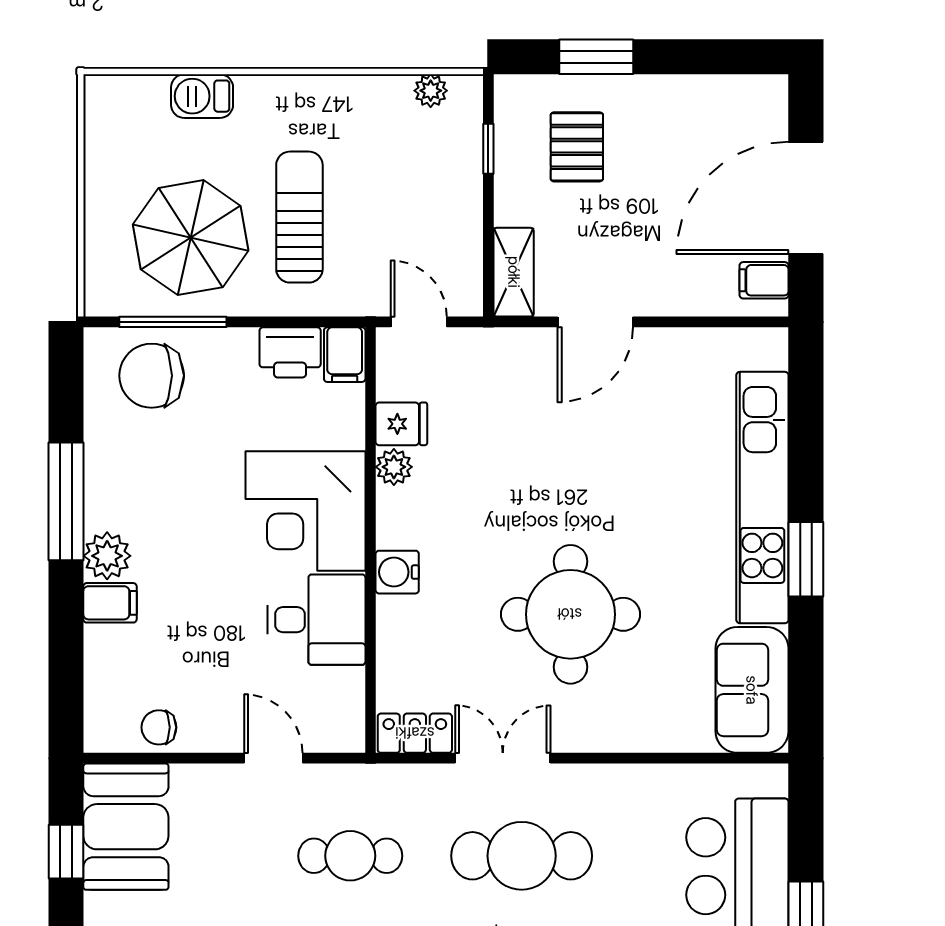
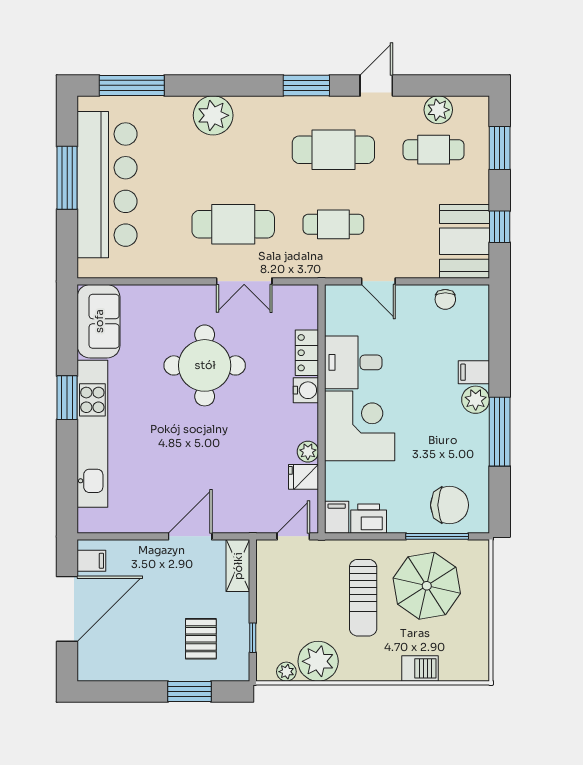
plant: (376, 108) -> (318, 661), added
door: (419, 322) -> (293, 536), swing flipped
chair: (159, 727) -> (445, 299), turned 90
locker: (415, 733) -> (307, 353), moved, turned 90

